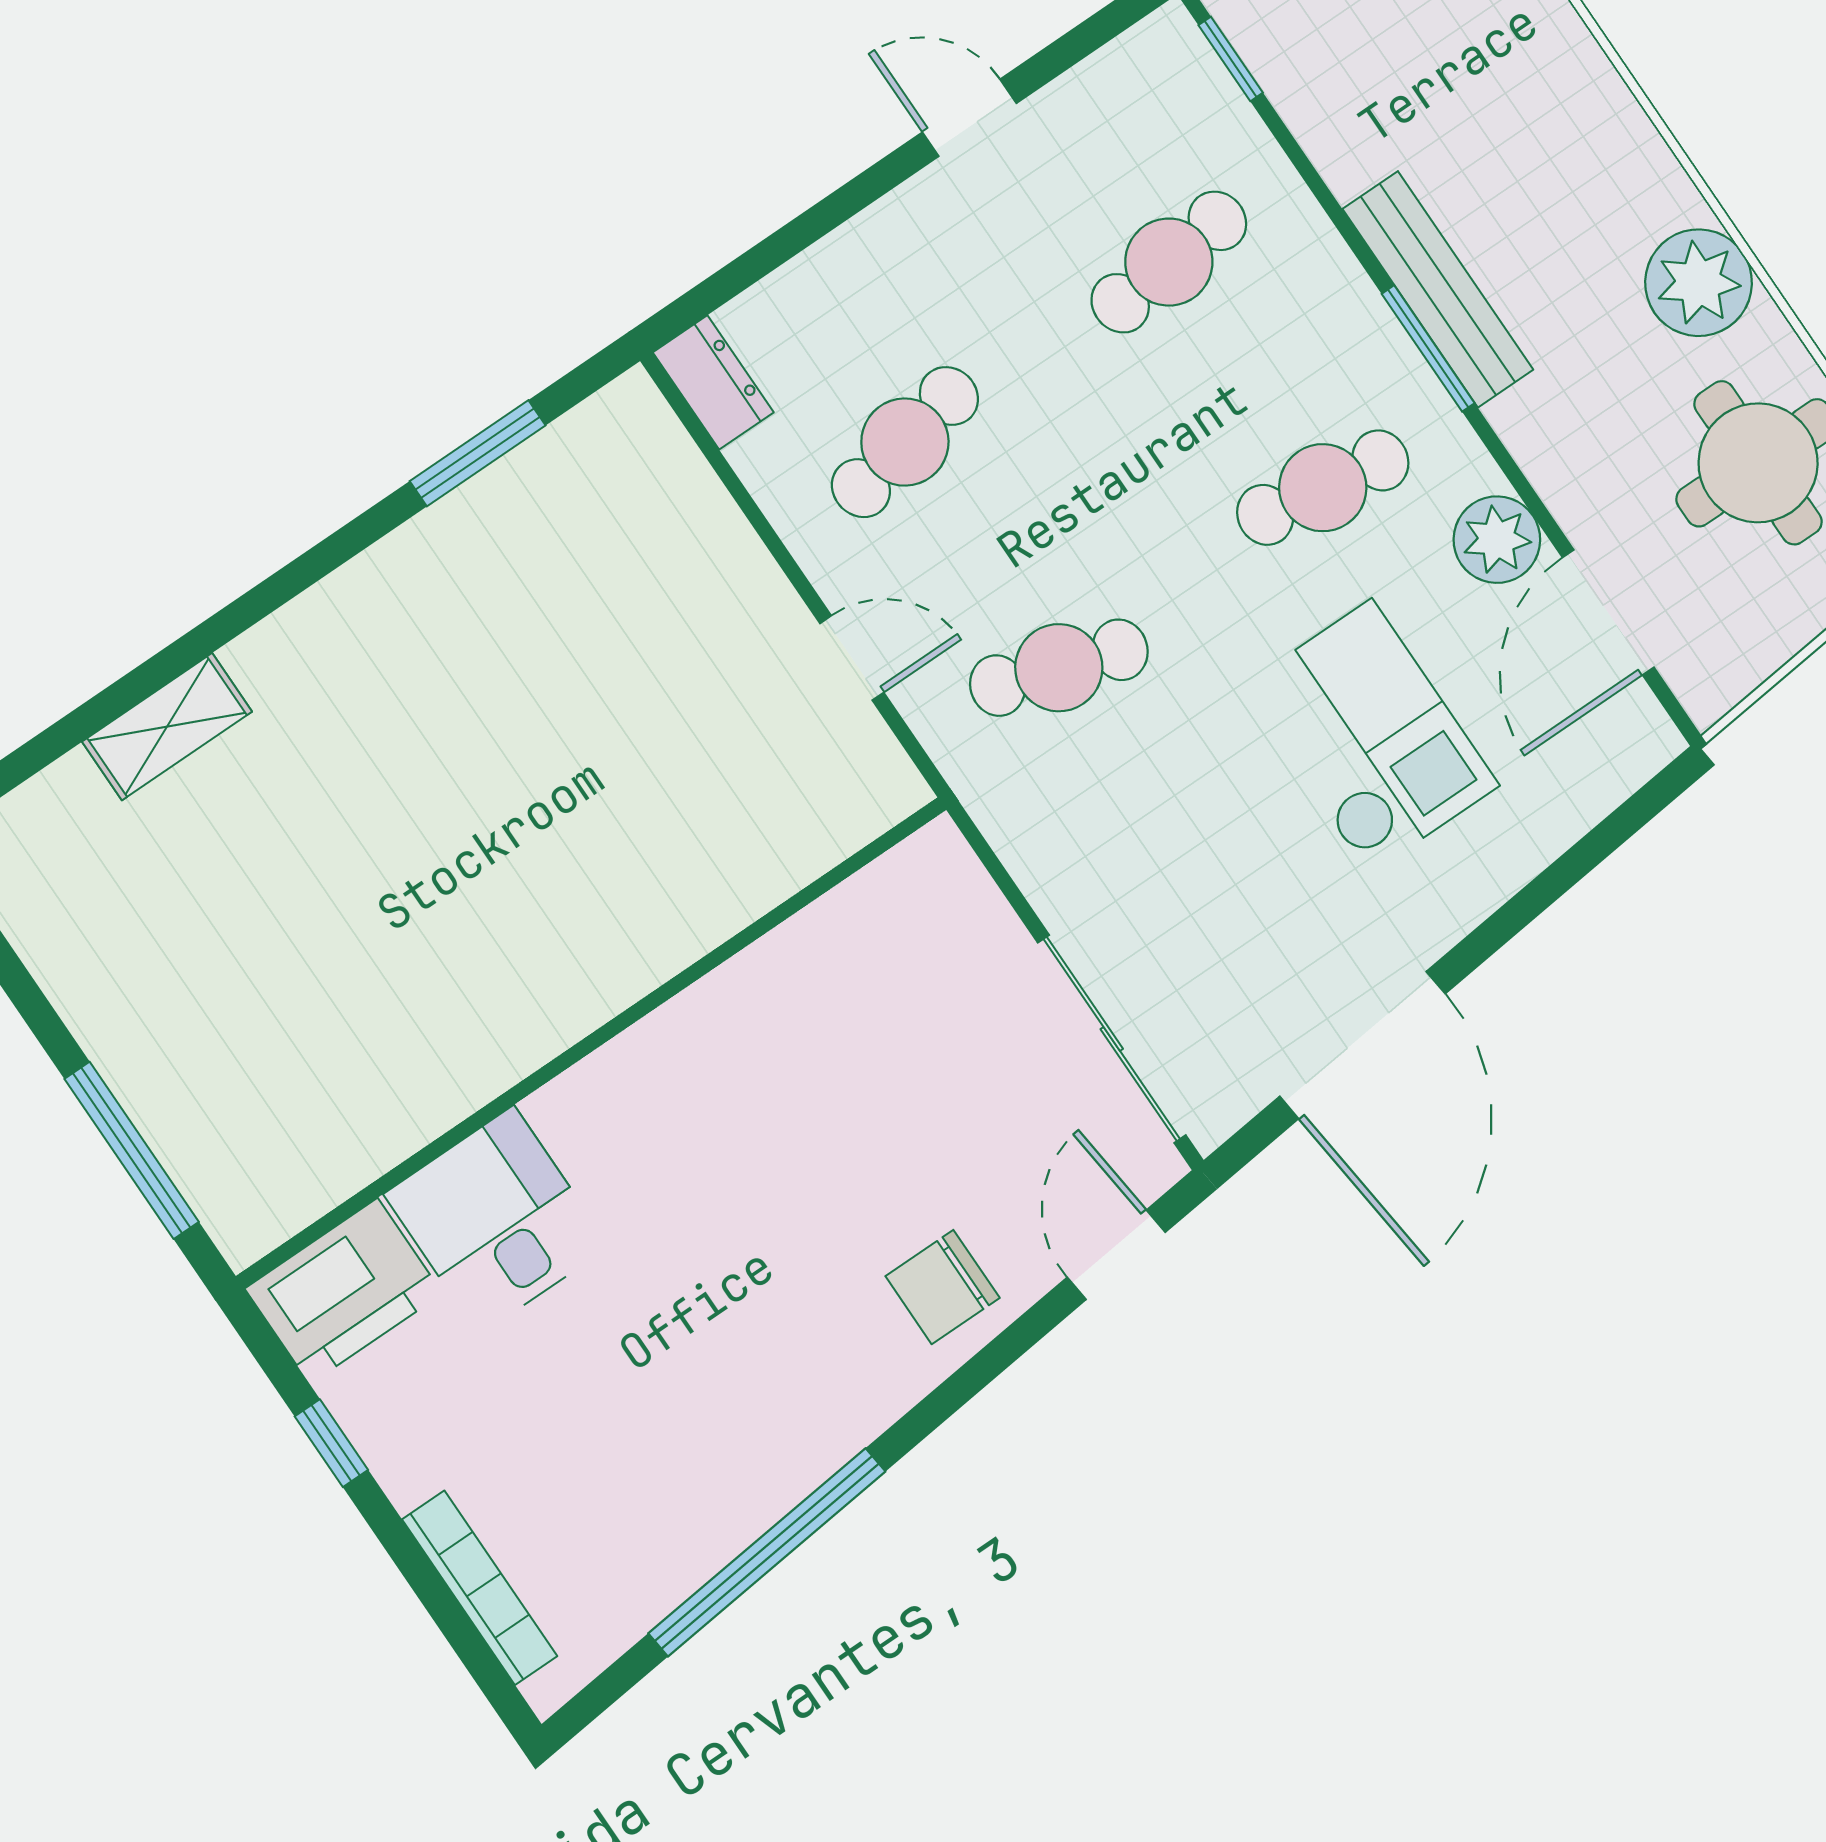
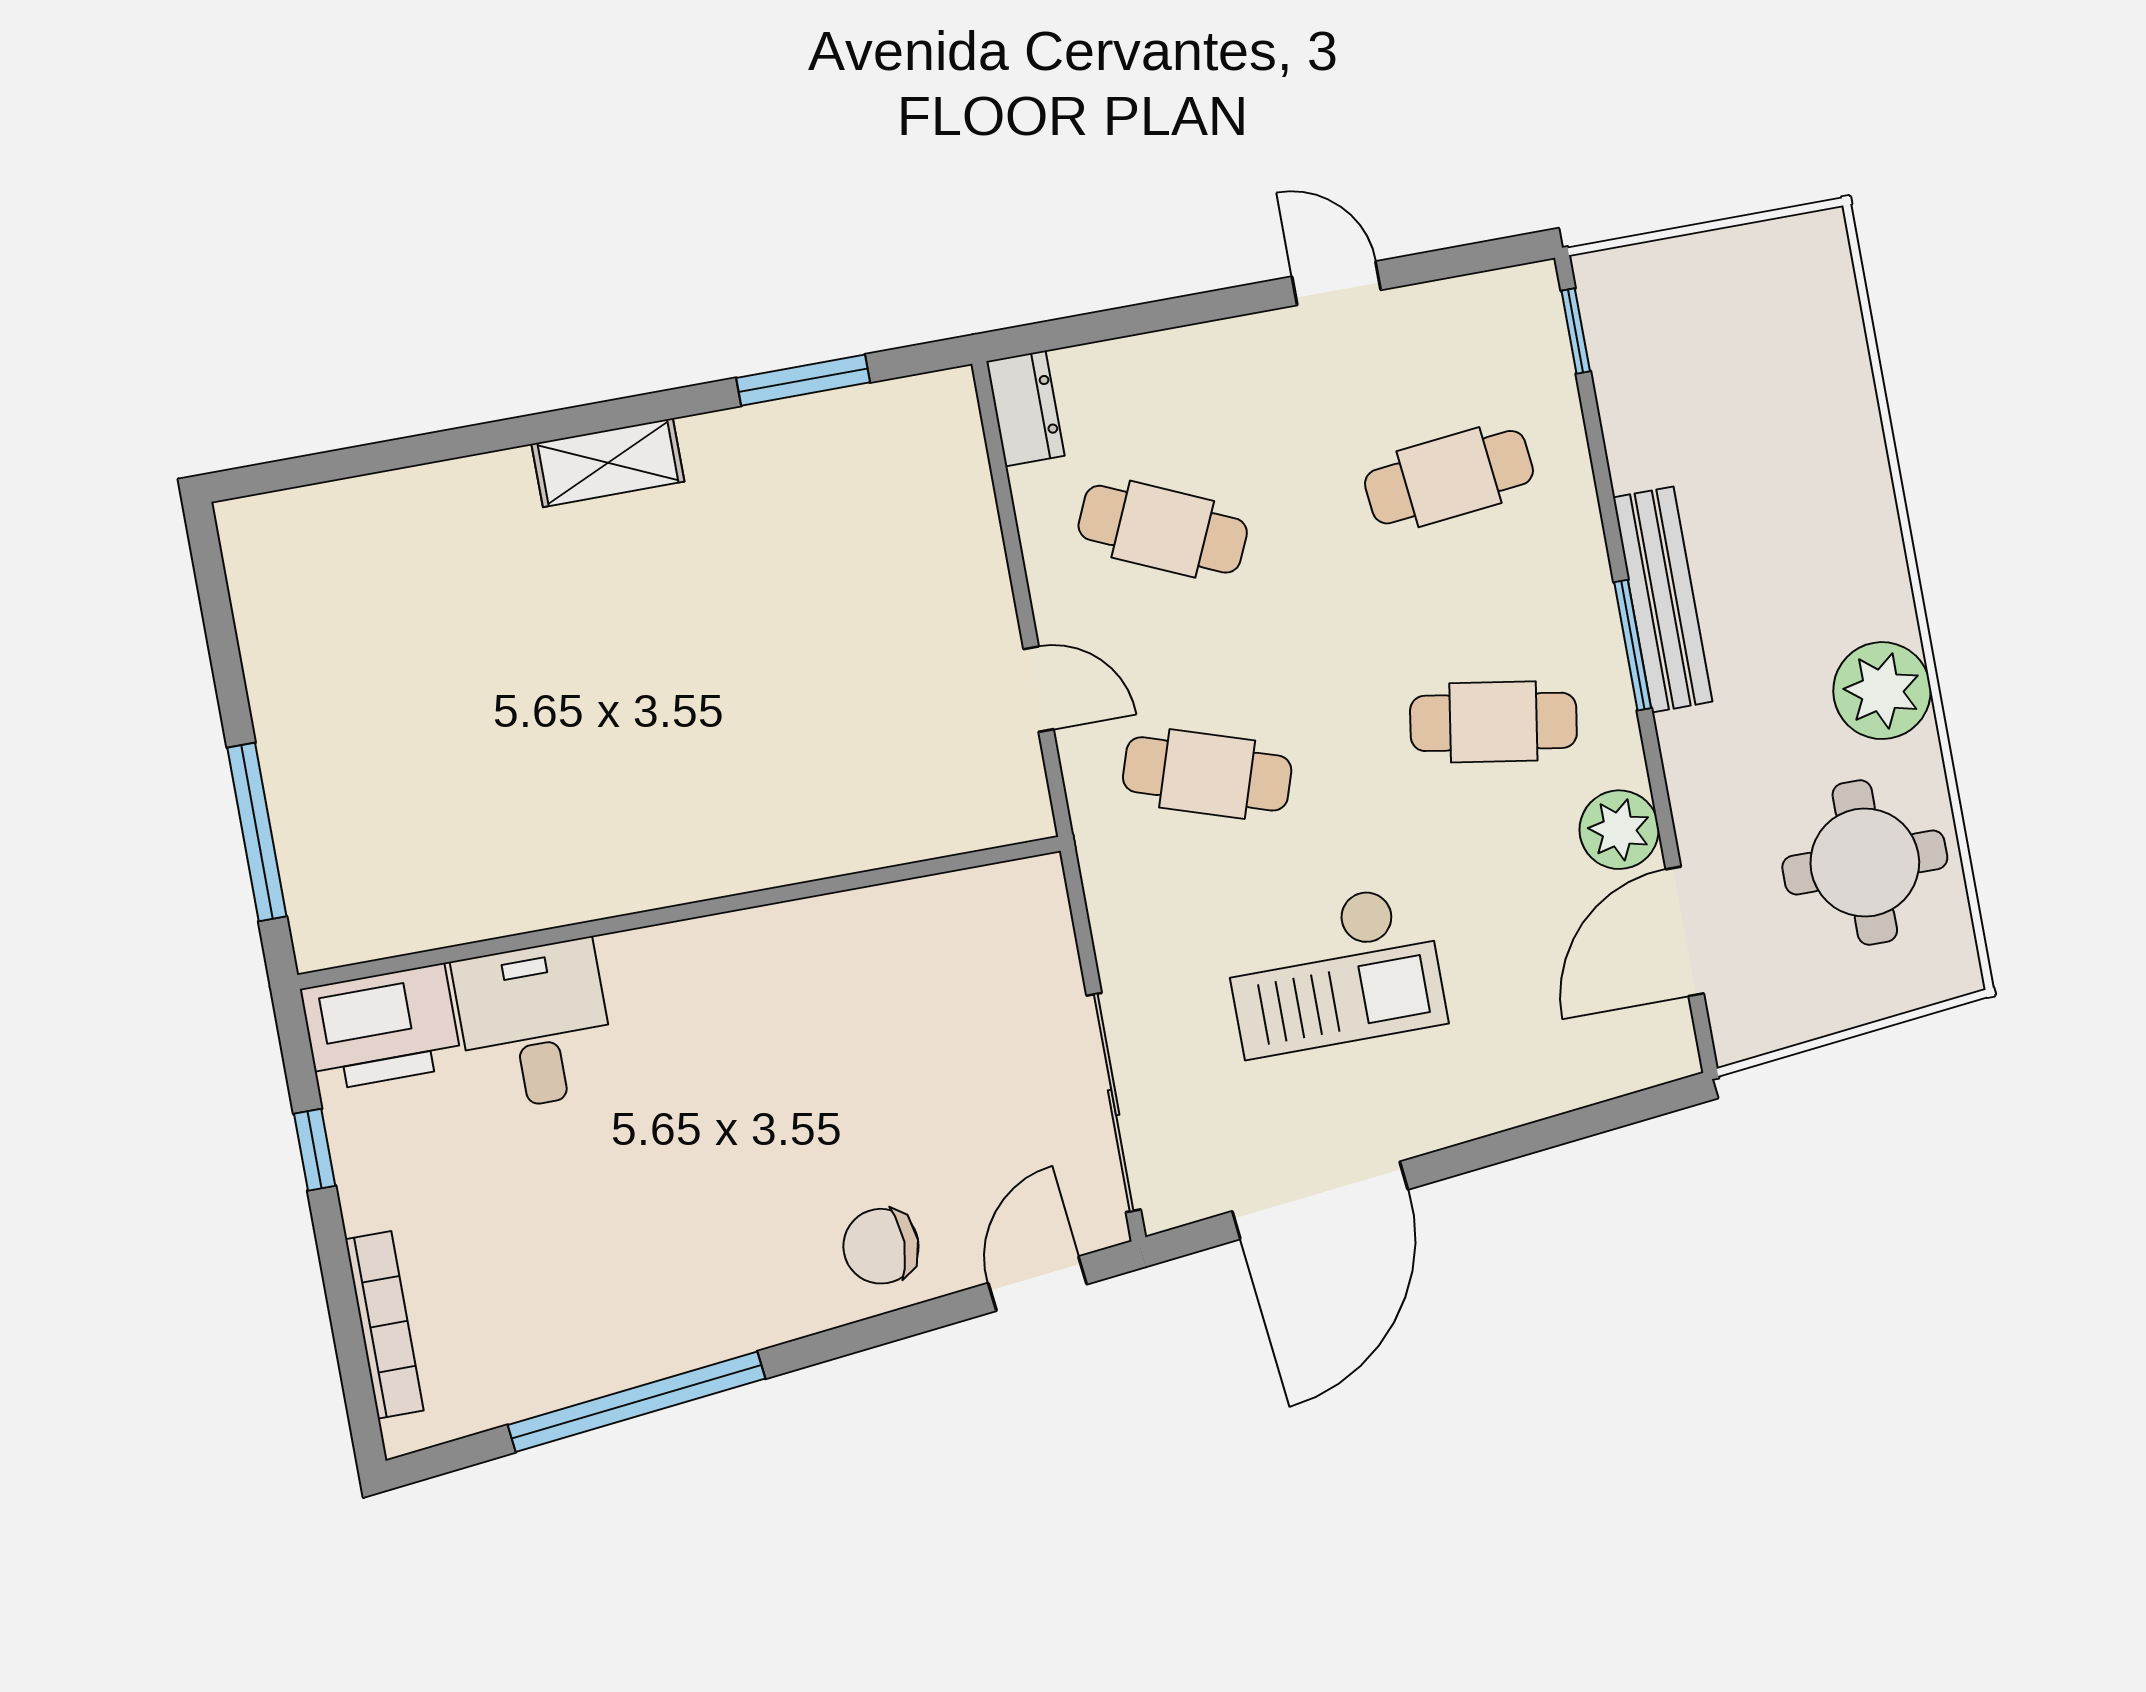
cafe table: (905, 442) -> (1163, 529), turned 36
shelving: (167, 727) -> (608, 463), moved
checkout: (1370, 737) -> (1334, 970), moved, turned 90

